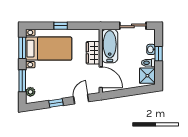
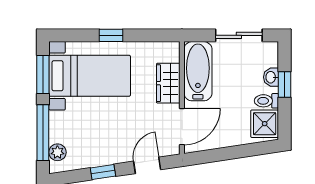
door: (101, 77) -> (182, 127), hinge flipped
window: (22, 81) -> (43, 133), width x1.44

